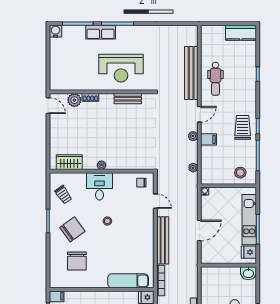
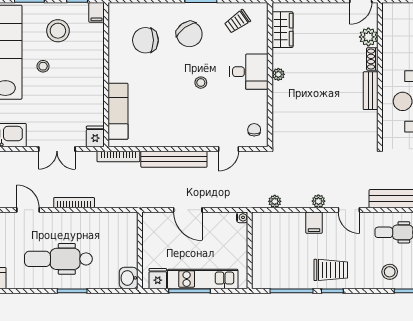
bench: (128, 99) -> (371, 91), moved
stool: (240, 173) -> (390, 272), moved

